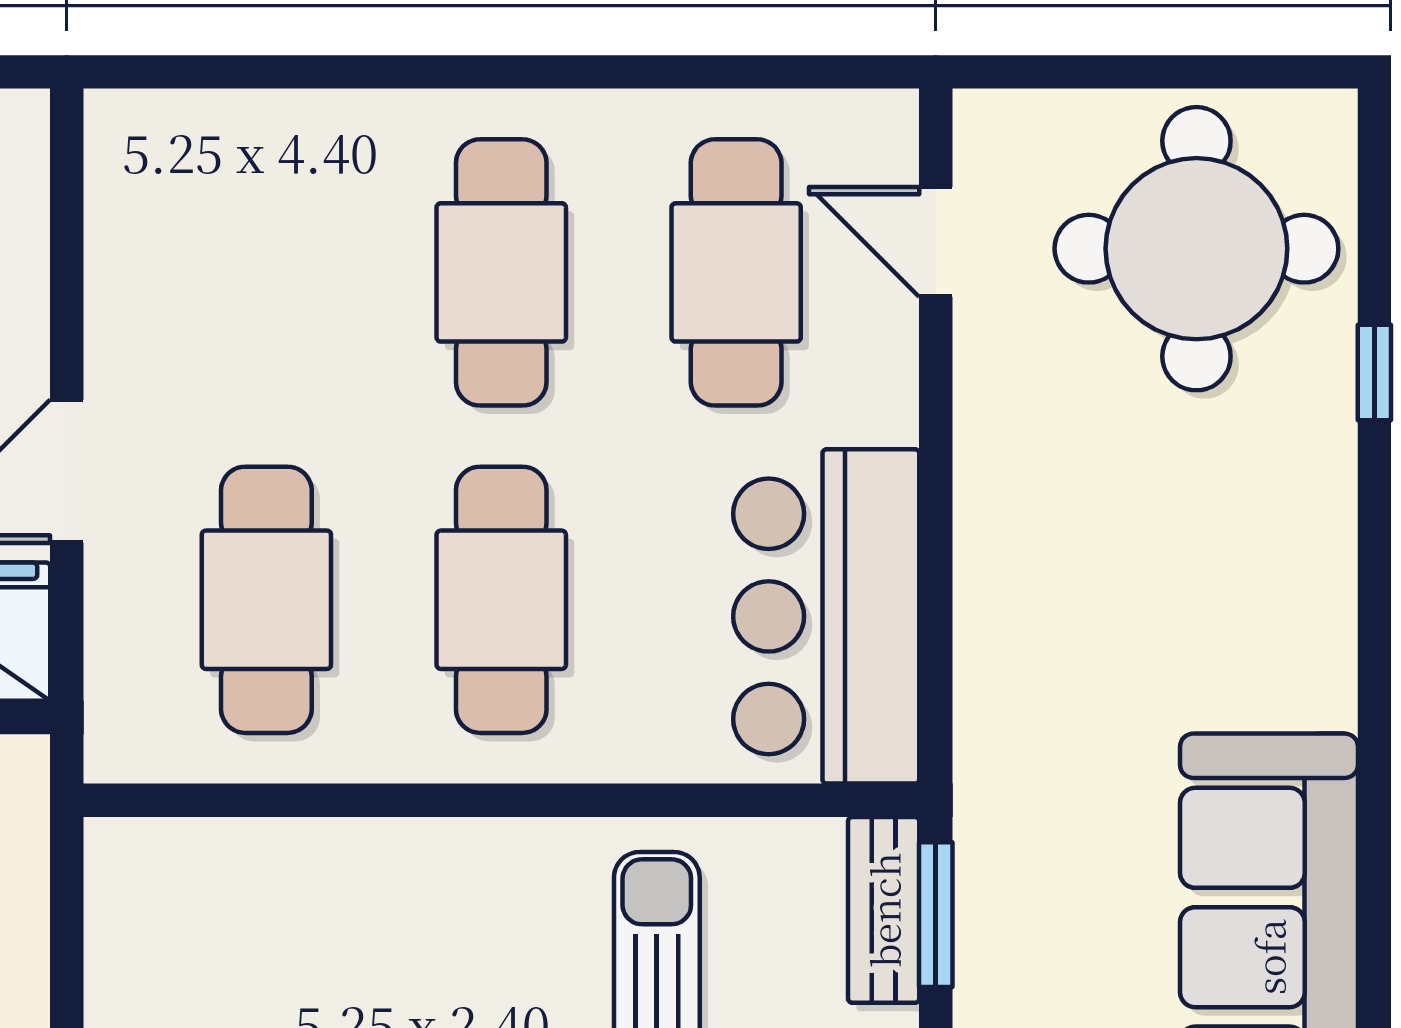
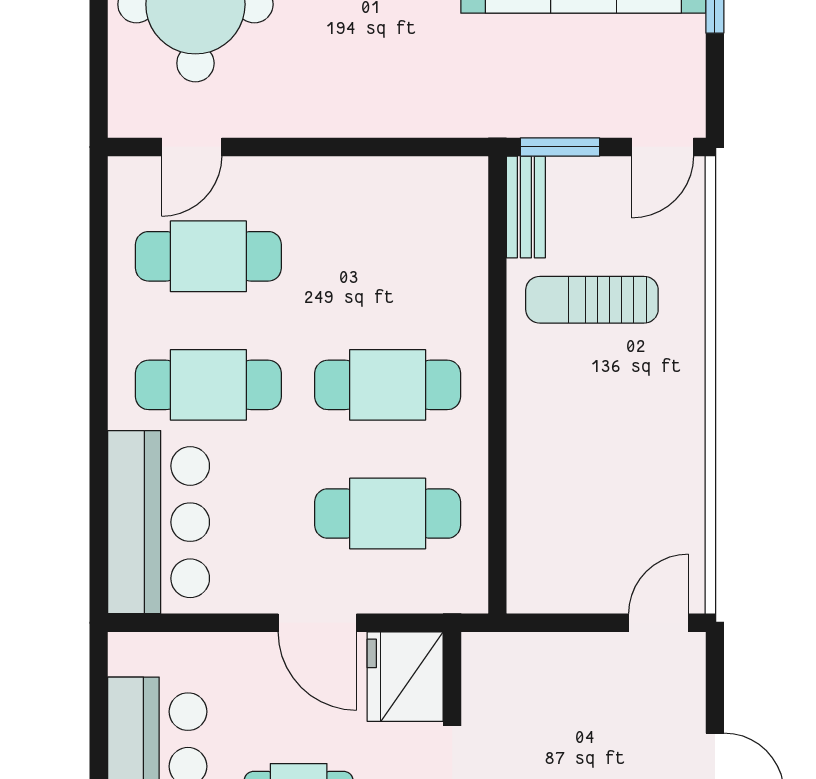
bar counter: (826, 616) -> (159, 522), moved, turned -90
bench: (884, 910) -> (526, 207), moved, turned 90

